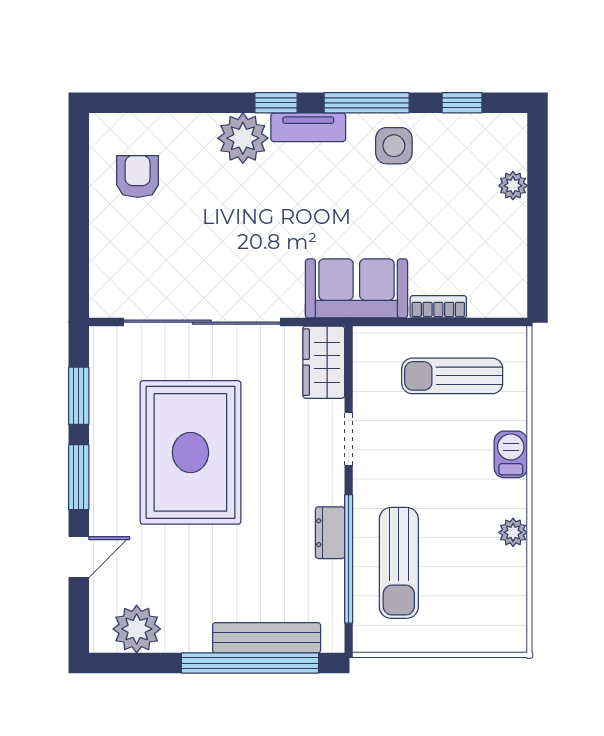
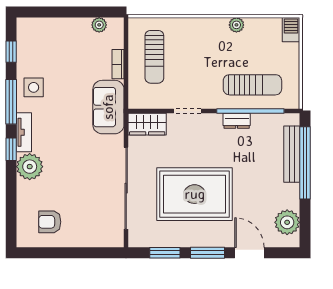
plant: (513, 186) -> (99, 25), moved
barbecue: (511, 454) -> (291, 30), moved, turned 90
door: (79, 557) -> (249, 253), width x1.38

